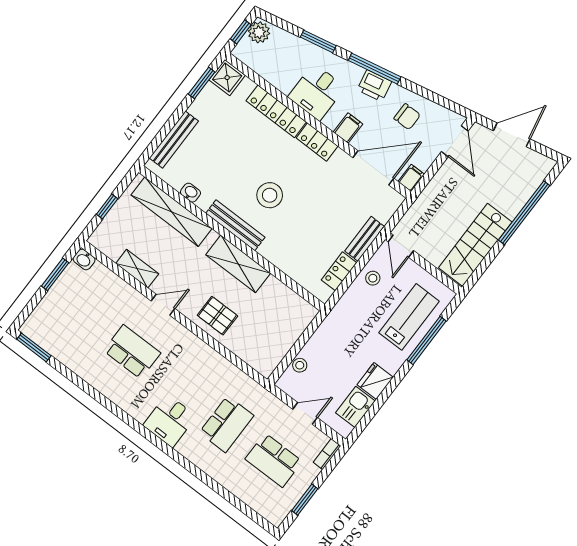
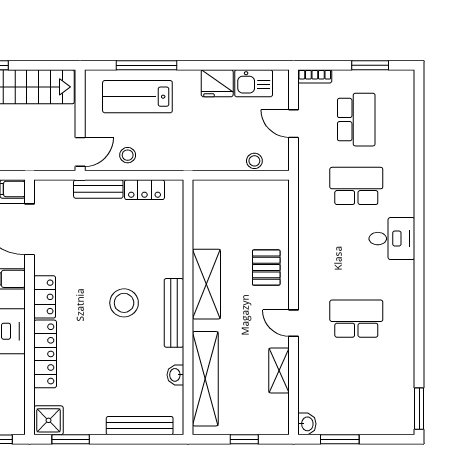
school desk: (132, 352) -> (356, 319), turned 90

